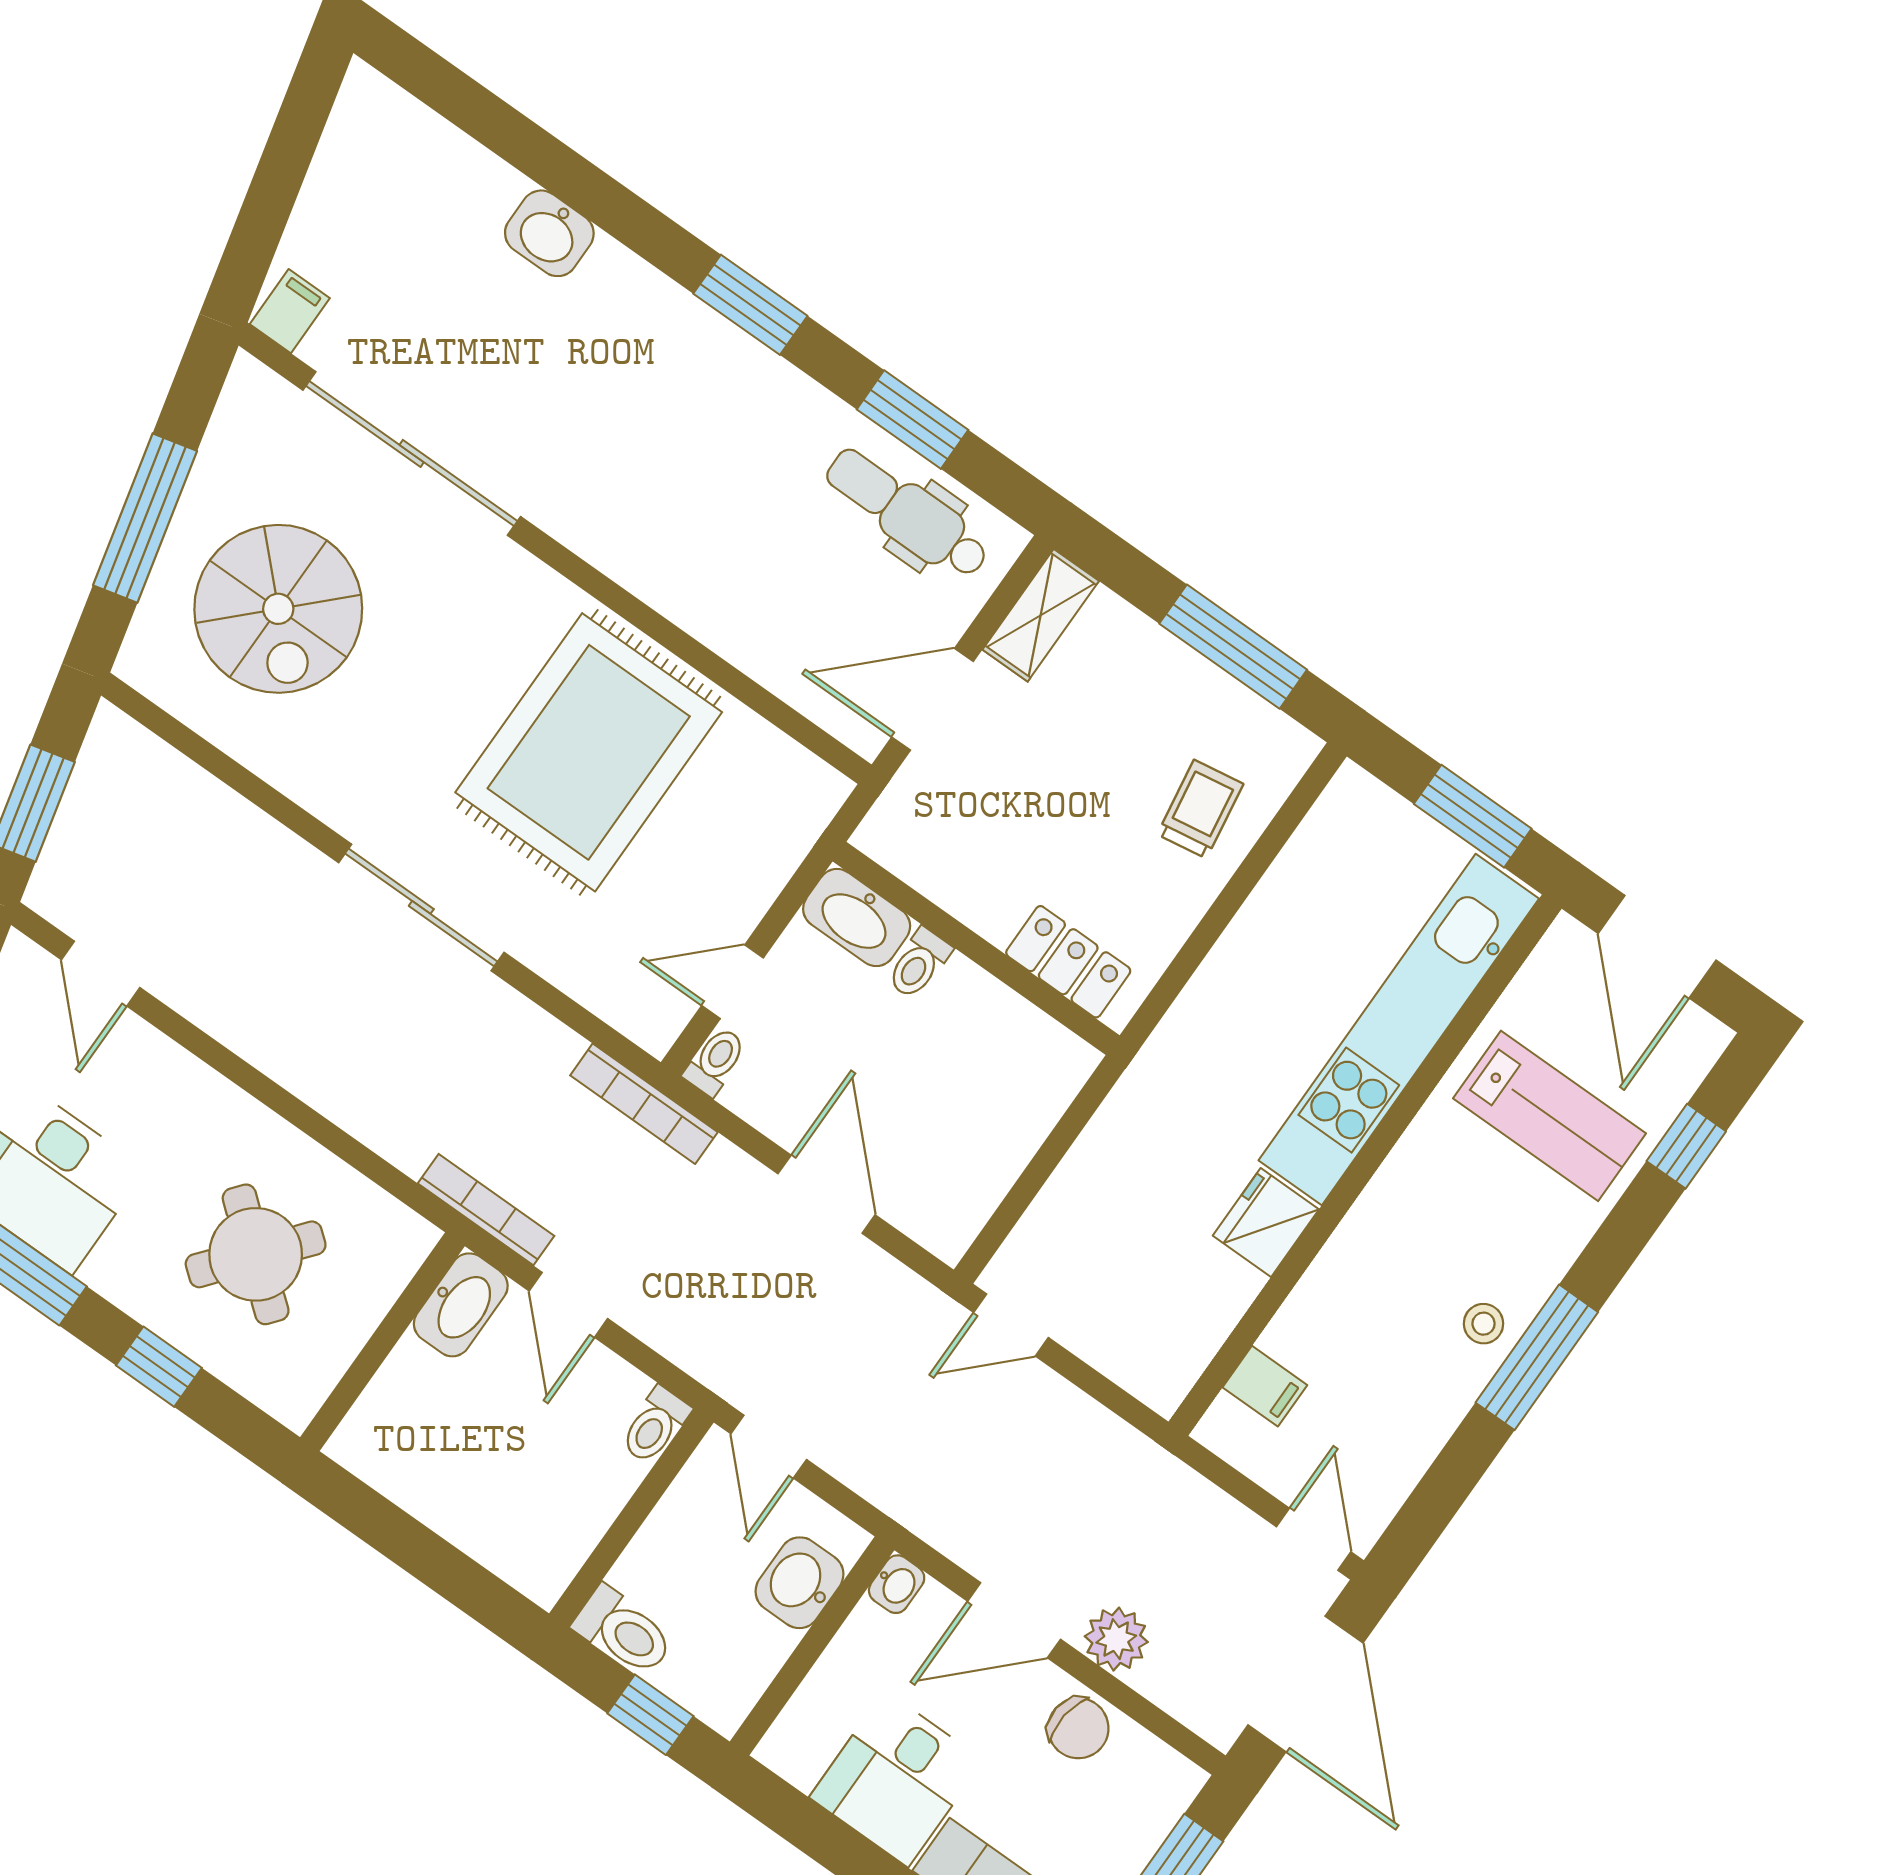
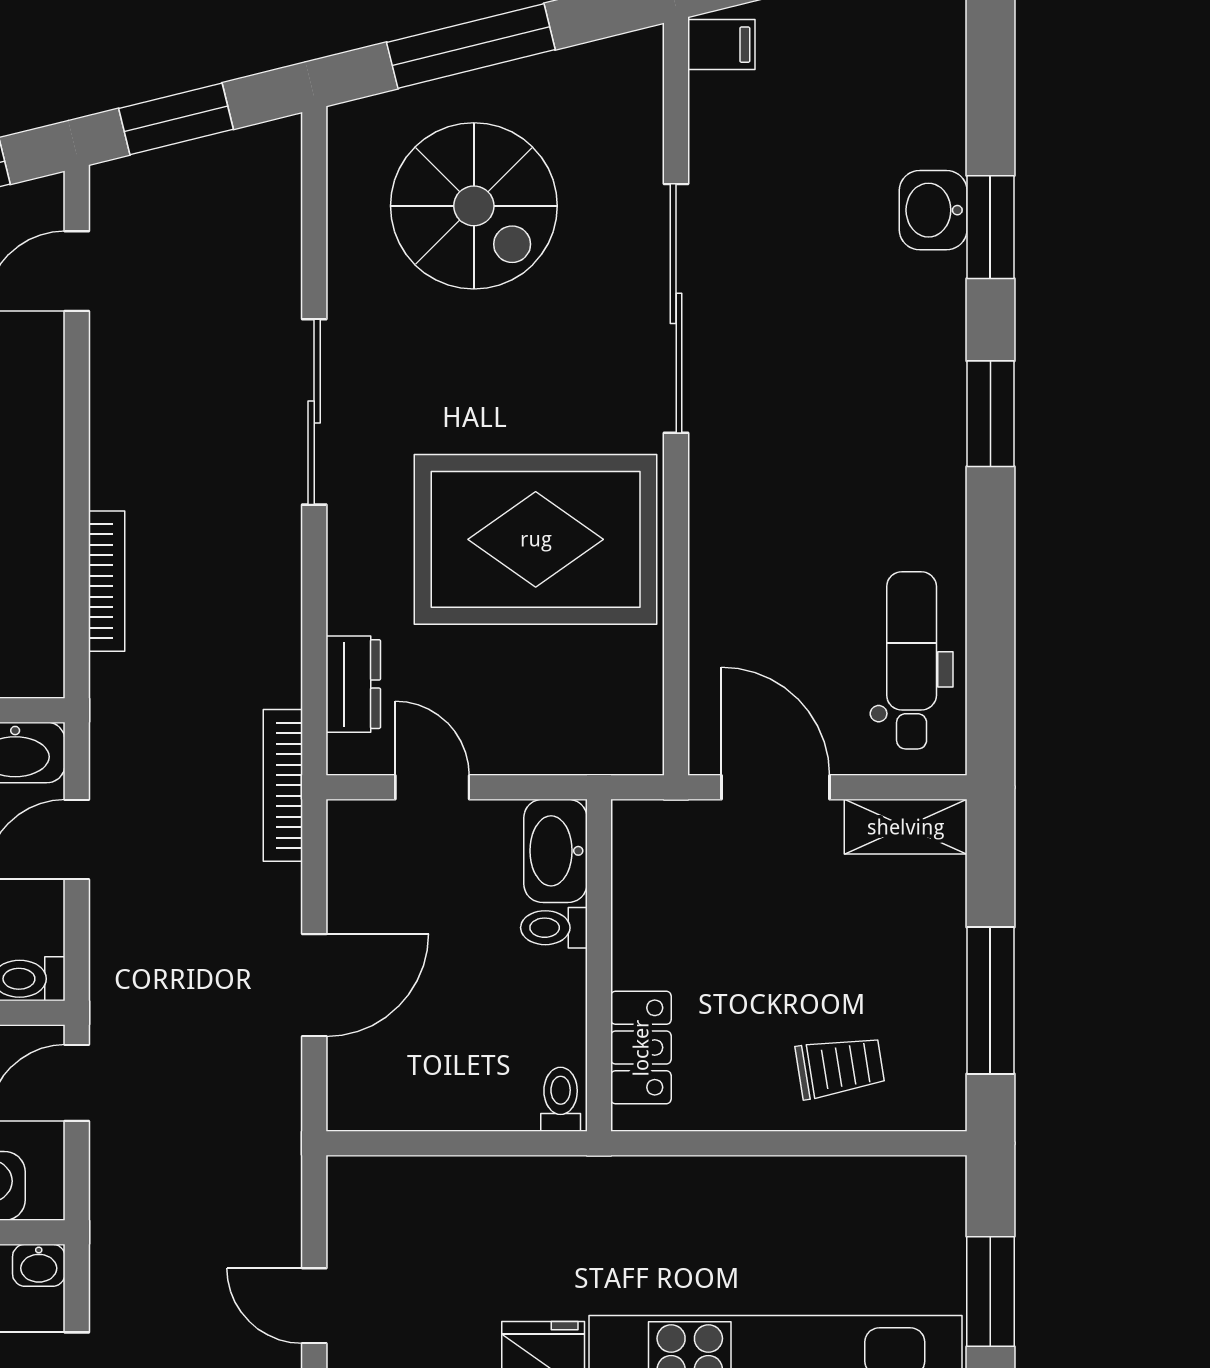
window: (913, 420) -> (990, 227), moved
sliding door: (412, 453) -> (676, 308), moved
spiral stairs: (278, 609) -> (474, 206), turned -90
sliding door: (421, 907) -> (314, 412), moved
dresser: (601, 987) -> (353, 684), added
toilet: (715, 1061) -> (561, 1099), moved, turned -90
bookcase: (486, 1210) -> (107, 581), moved
door: (1011, 1325) -> (314, 1306), moved

